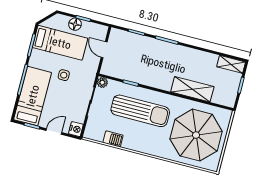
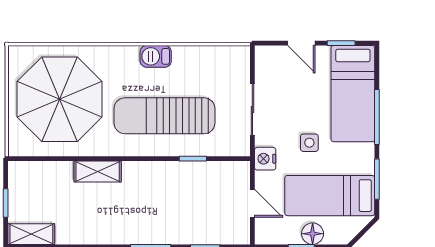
plant: (102, 83) -> (241, 147), removed
shelving: (192, 89) -> (98, 171), width x0.67, depth x0.75
nightstand: (76, 129) -> (265, 159), moved
door: (54, 131) -> (301, 43), hinge flipped
barbecue: (113, 139) -> (156, 56), moved

